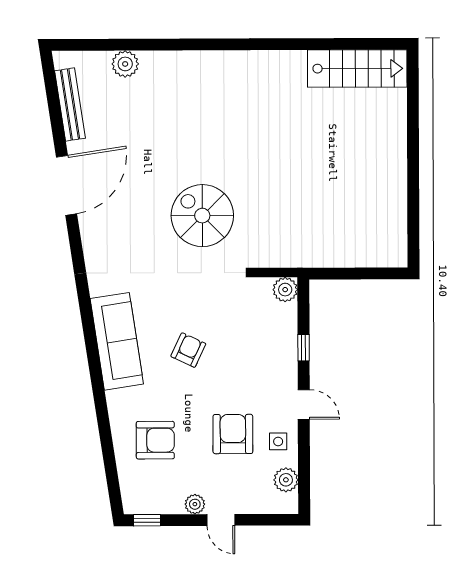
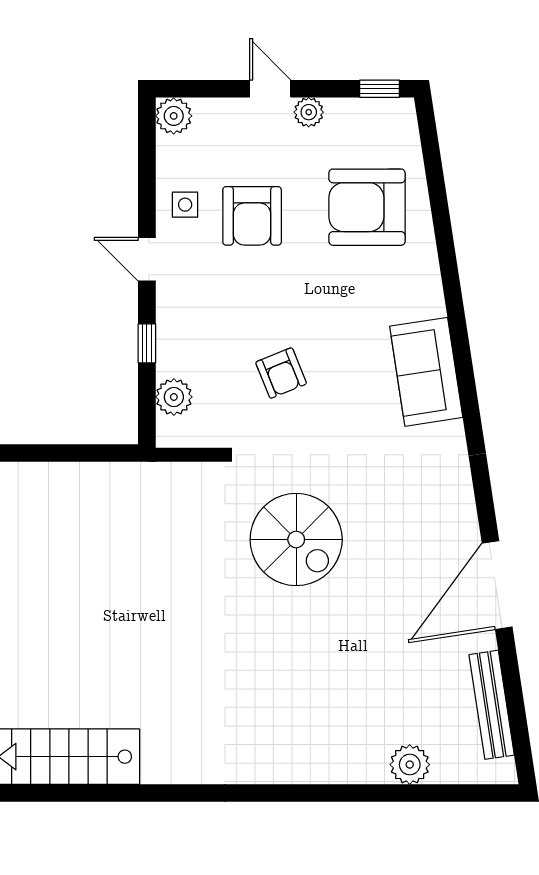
plant: (285, 290) -> (174, 397), moved
sofa: (117, 341) -> (426, 372), width x0.73
armchair: (188, 350) -> (281, 373), moved, turned -47
armchair: (155, 440) -> (367, 207), width x1.36, depth x1.36
plant: (286, 480) -> (174, 116), moved

